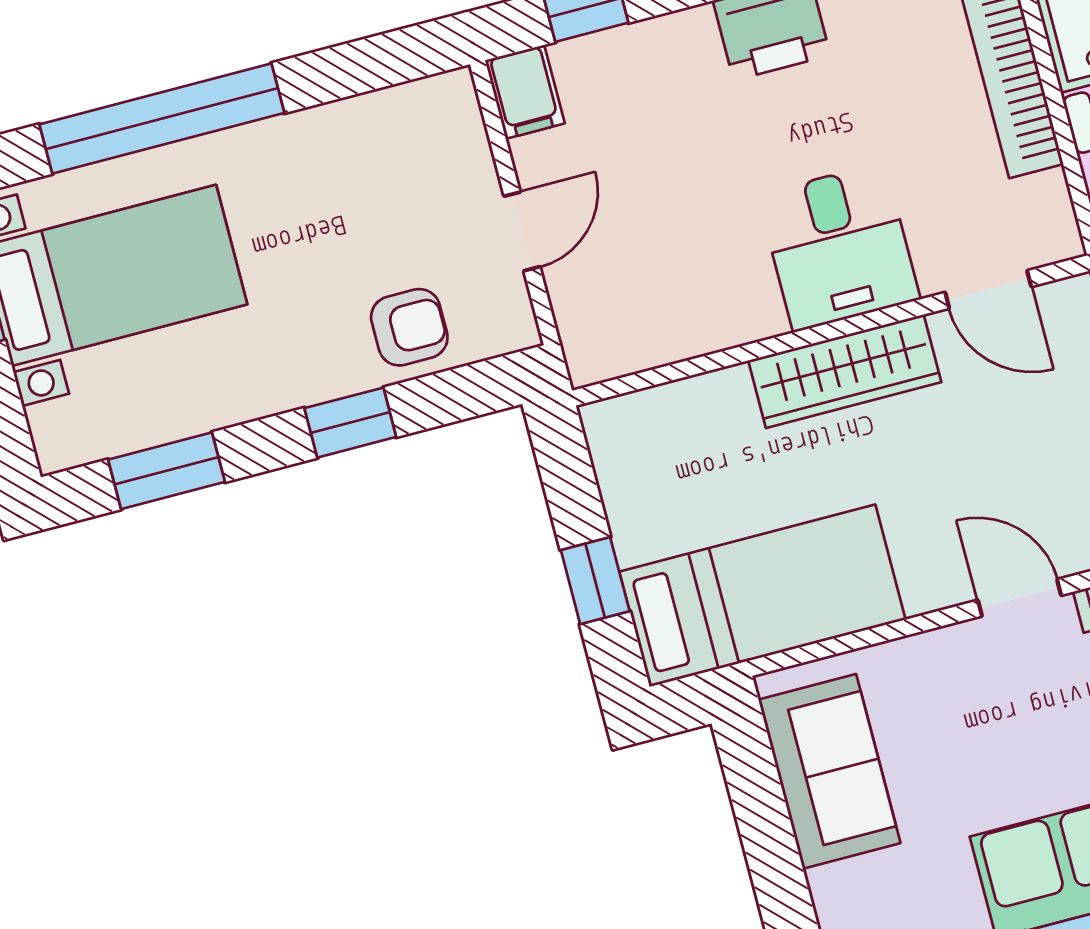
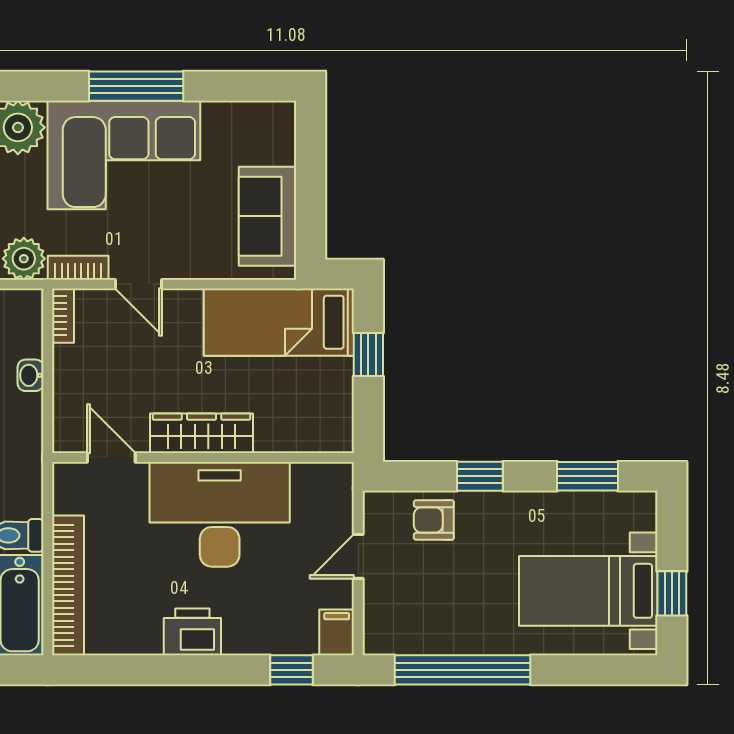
window: (162, 119) -> (463, 670), moved
desk: (839, 247) -> (220, 514), width x1.87, depth x1.30

